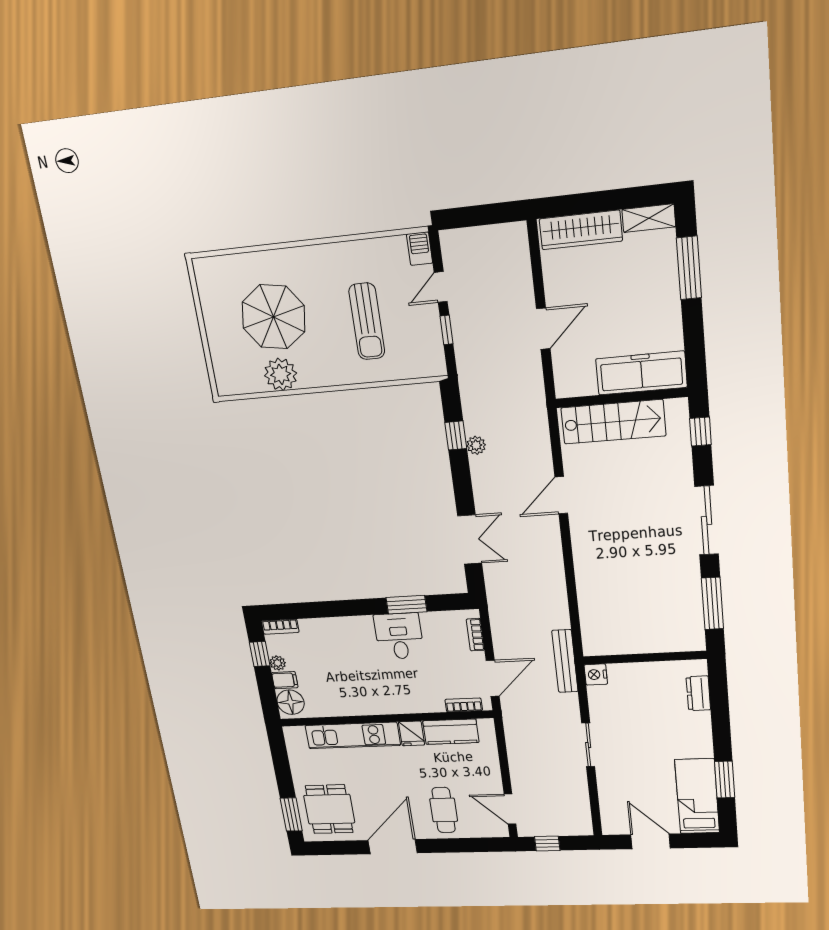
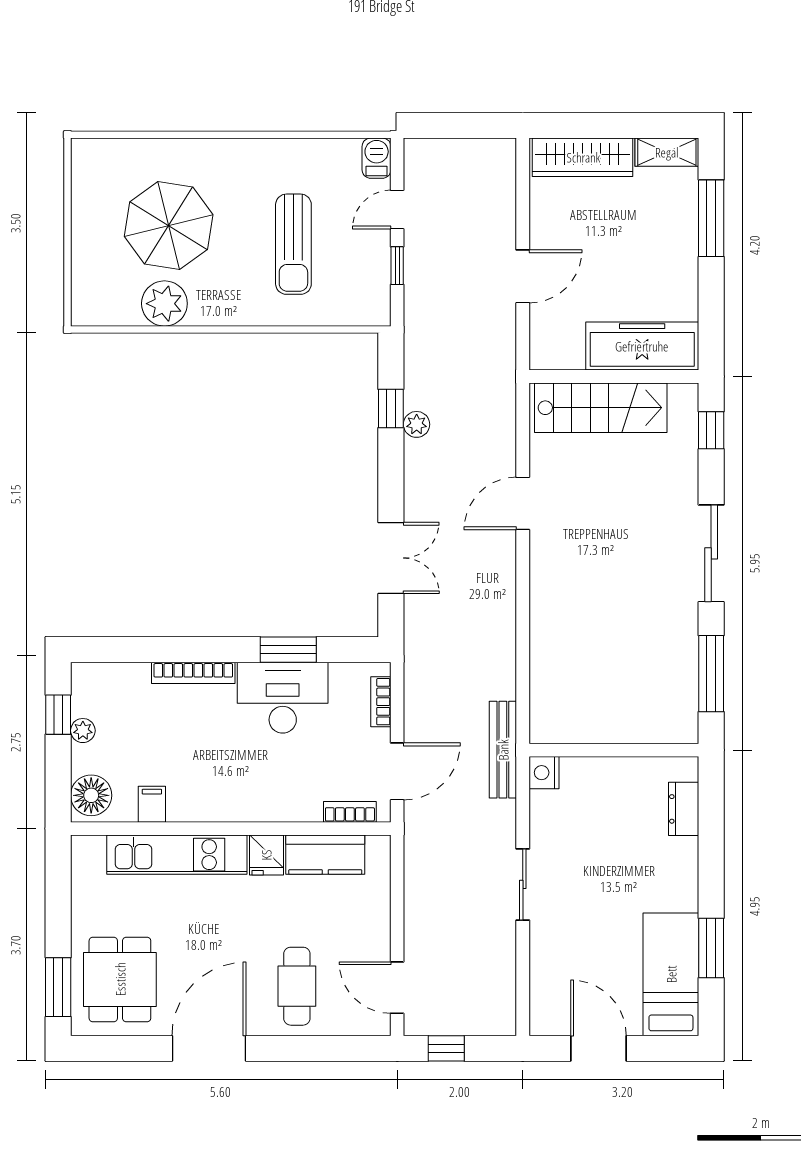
bookcase: (280, 627) -> (193, 673), moved, width x1.56
desk: (399, 636) -> (283, 698), width x1.37
filing cabinet: (285, 680) -> (152, 804), moved, turned -90

